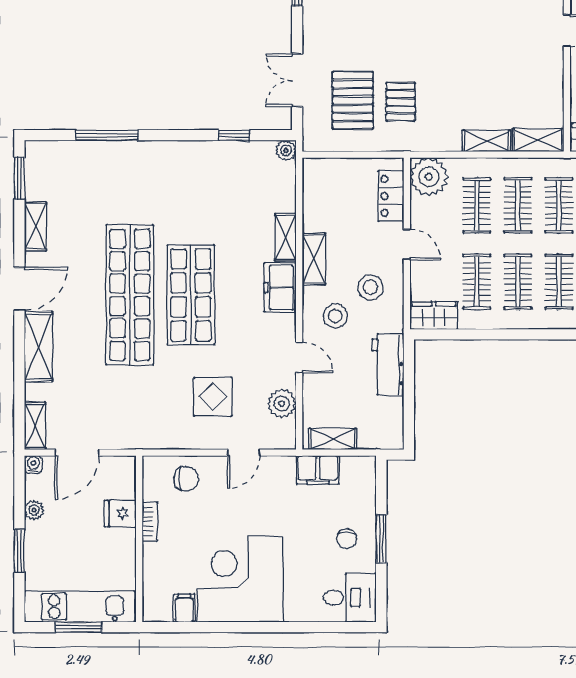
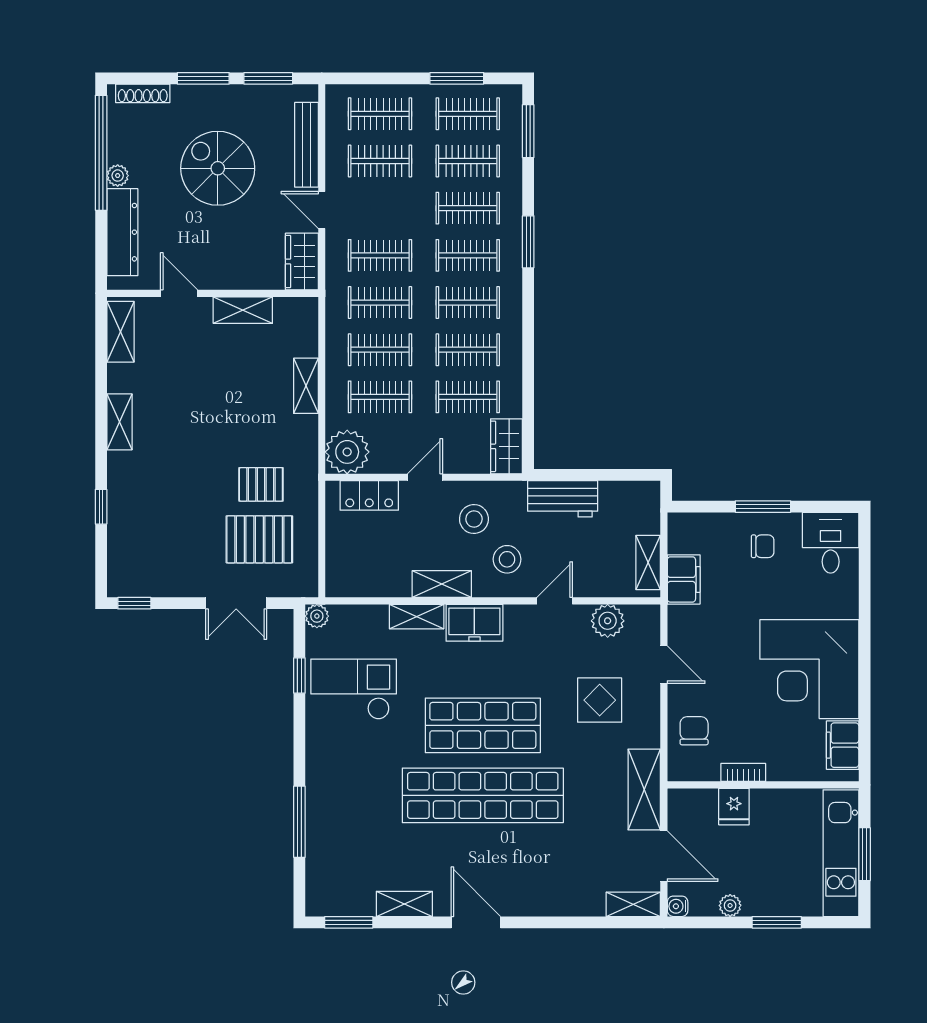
shelving: (538, 140) -> (243, 310), moved, turned 90
checkout: (222, 182) -> (354, 689), added
shelving: (38, 347) -> (644, 789), moved, turned 90
filing cabinet: (184, 608) -> (843, 745), width x2.00

